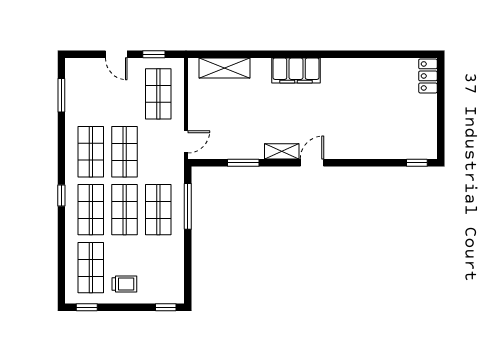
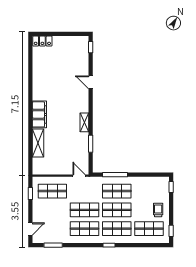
door: (116, 54) -> (30, 229), moved
shelving: (224, 68) -> (38, 143), moved
door: (312, 163) -> (91, 82), moved

